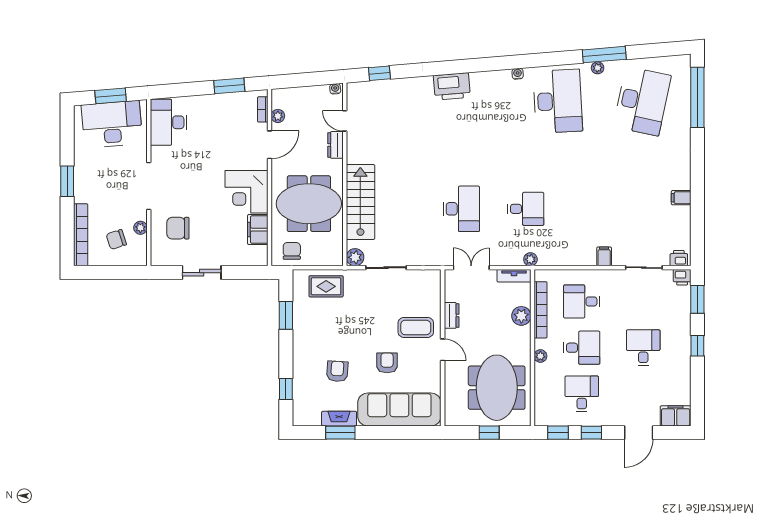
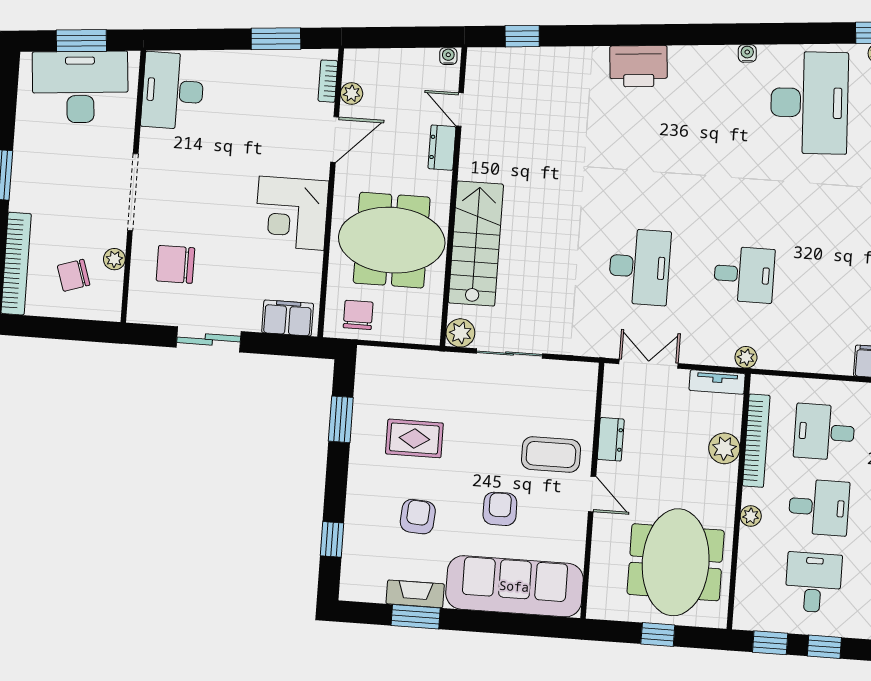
filing cabinet: (258, 230) -> (288, 318), moved, turned 90
rug: (326, 286) -> (414, 438), moved

